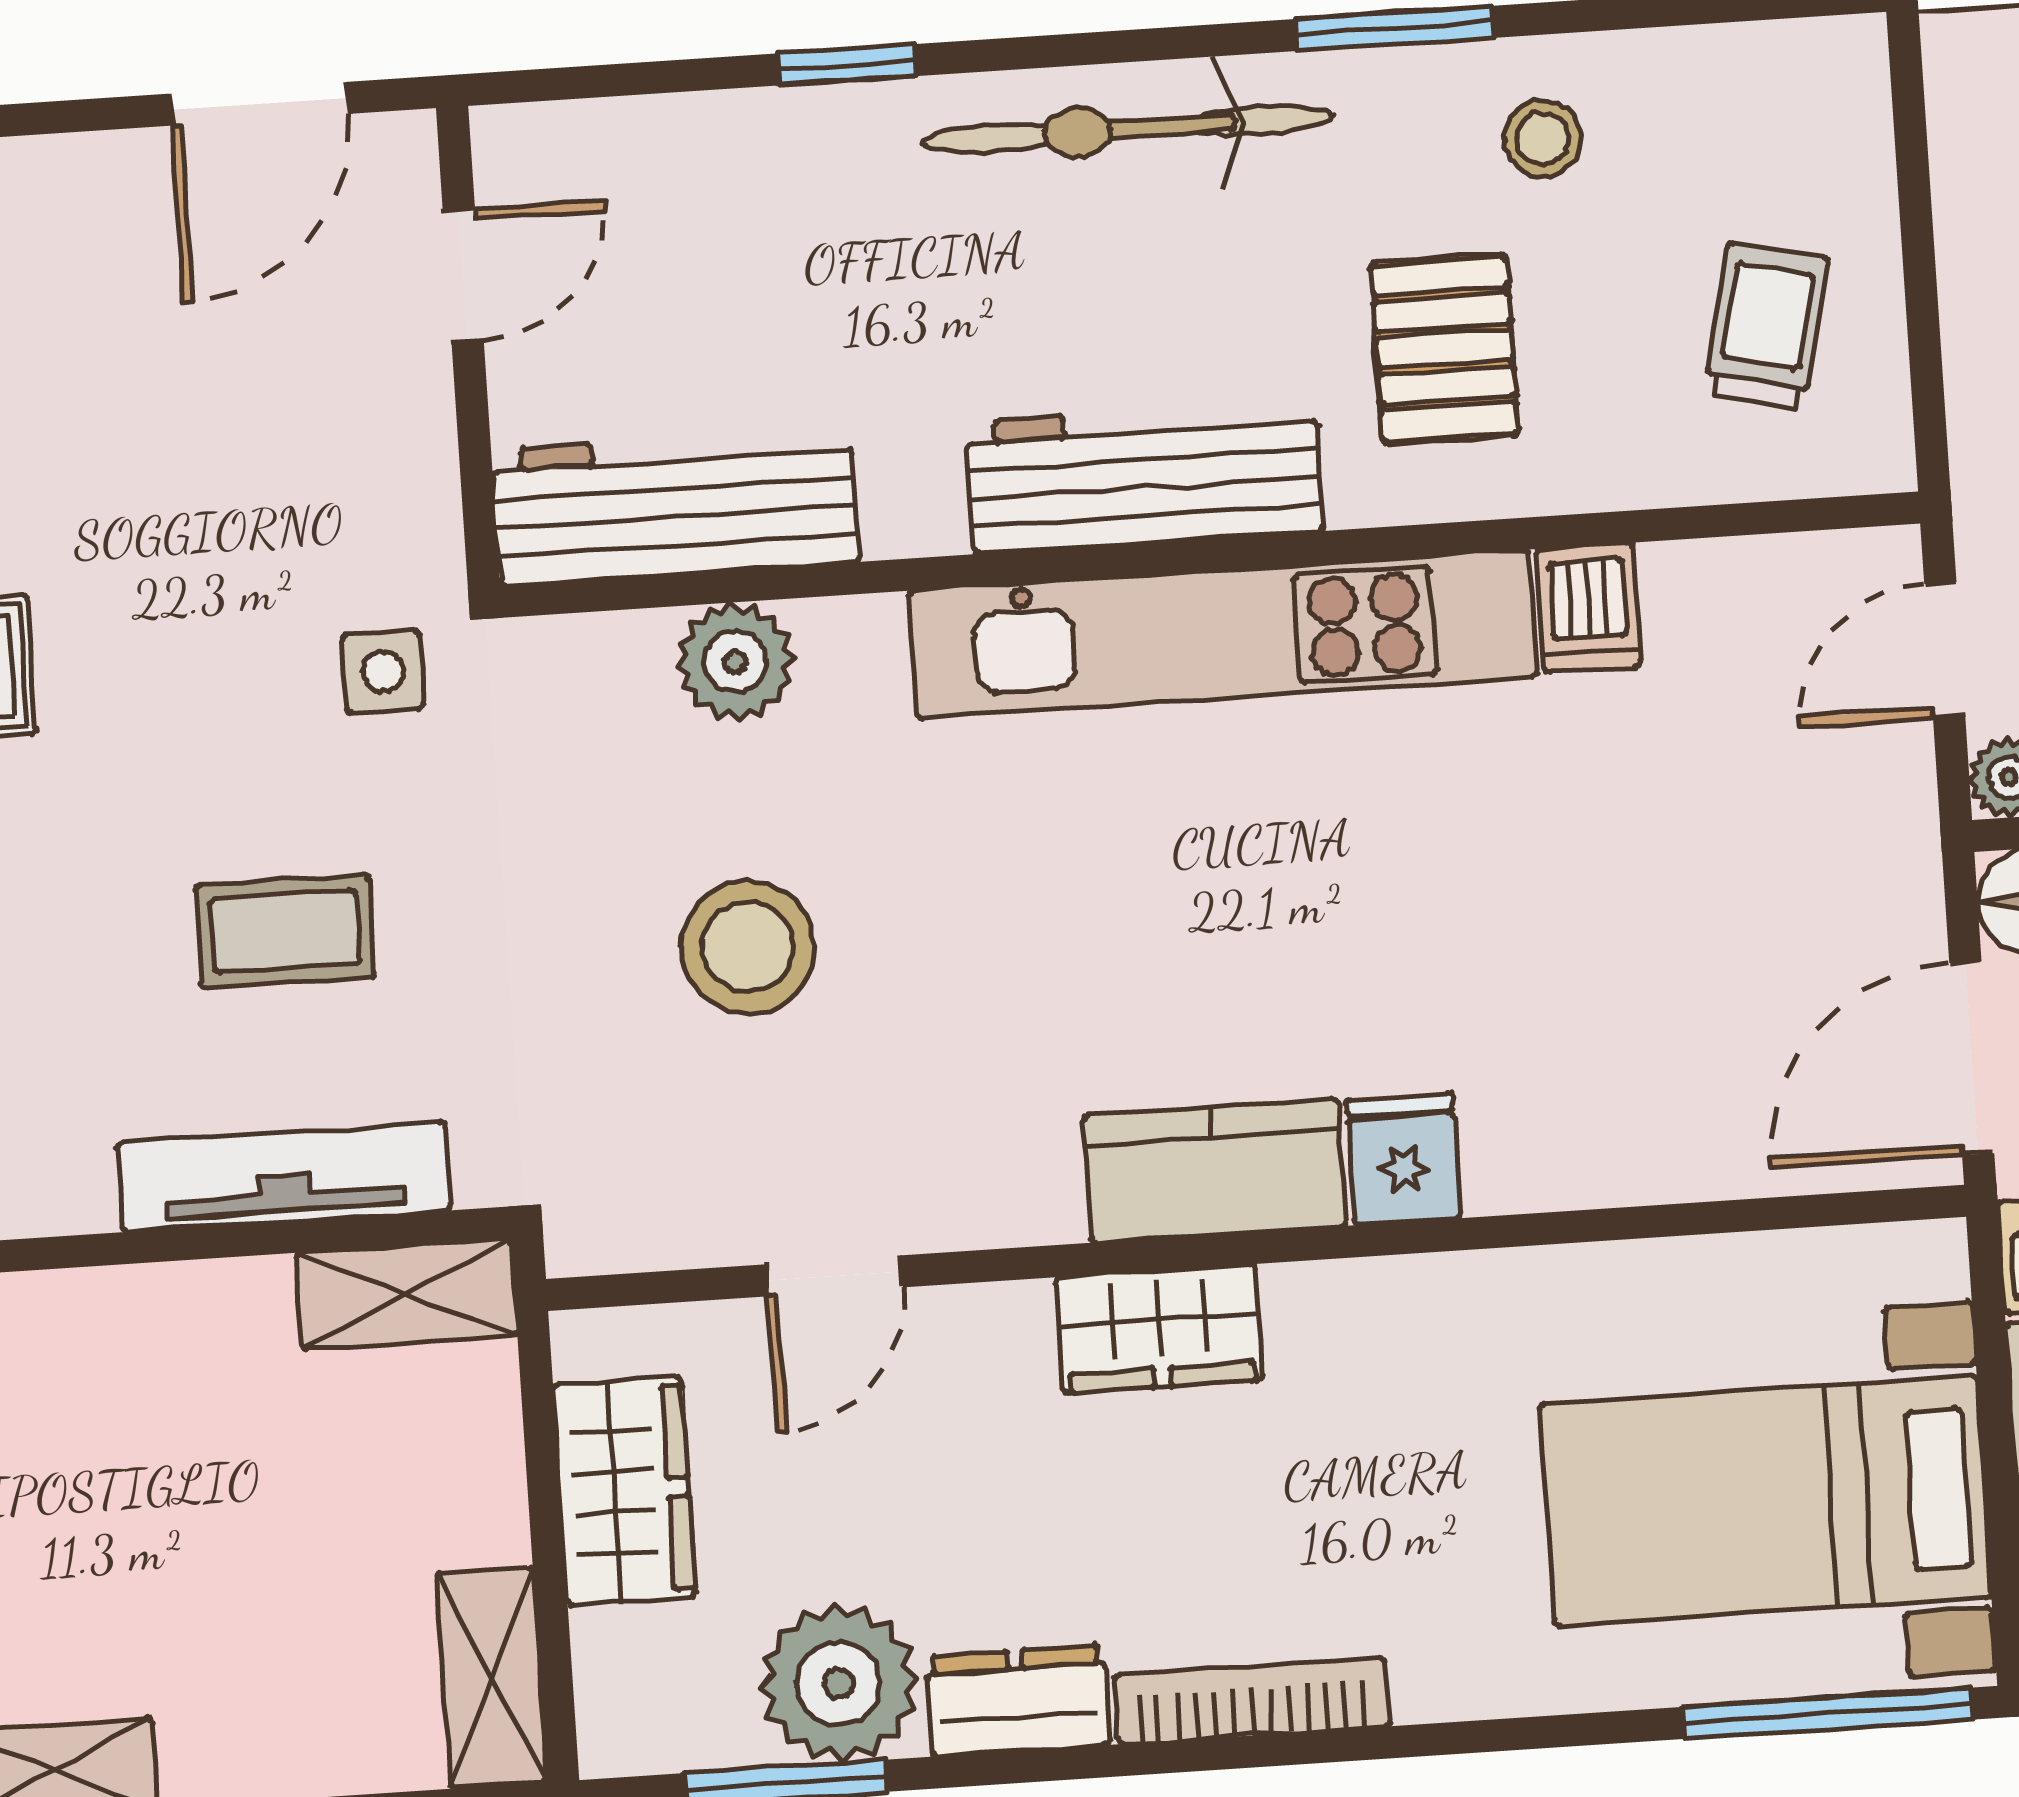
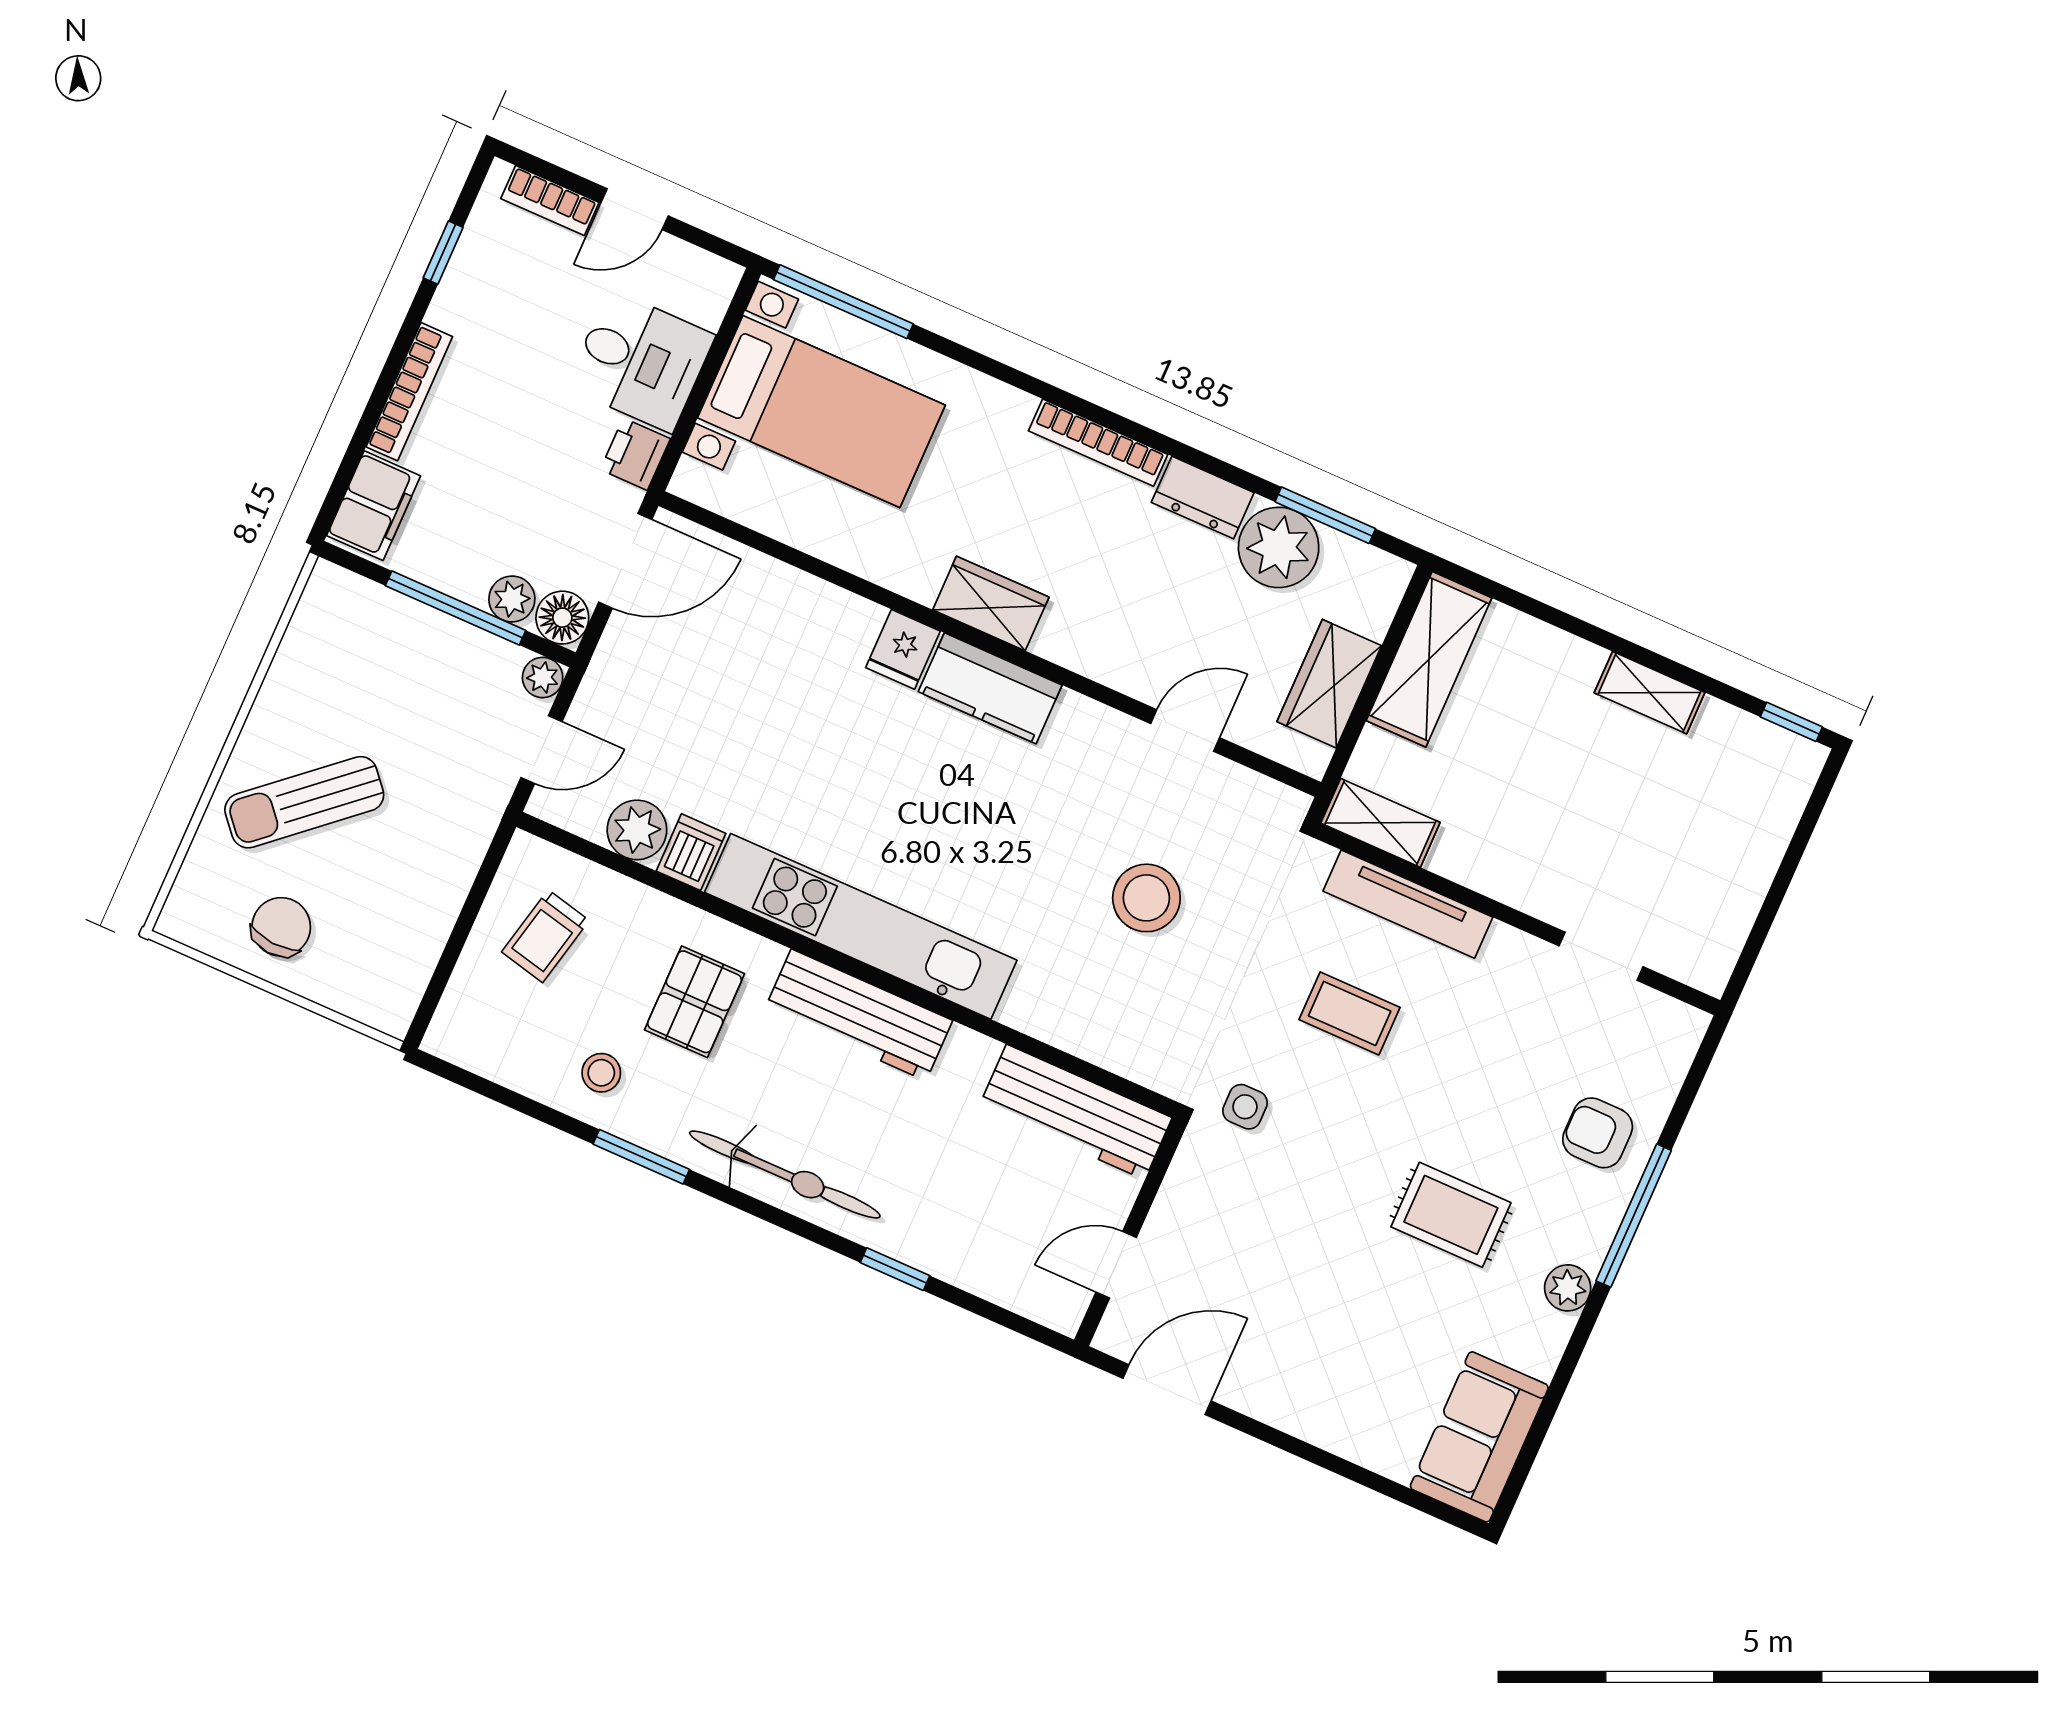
plant: (735, 661) -> (637, 830), moved
wardrobe: (1159, 1329) -> (991, 603), moved
shelving: (492, 1678) -> (1429, 659), width x1.50, depth x1.33

